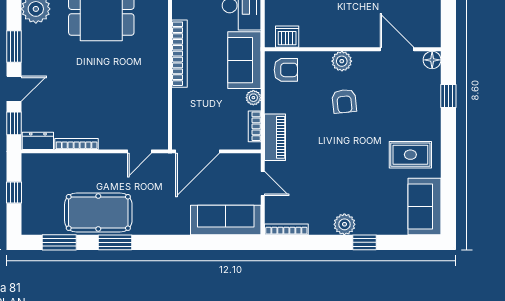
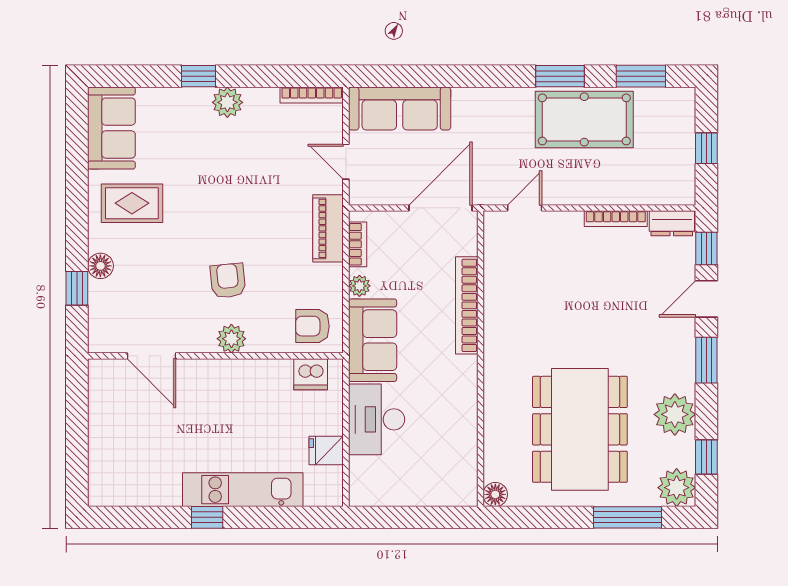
bookcase: (179, 54) -> (467, 305), moved
floor lamp: (432, 60) -> (100, 266), moved

